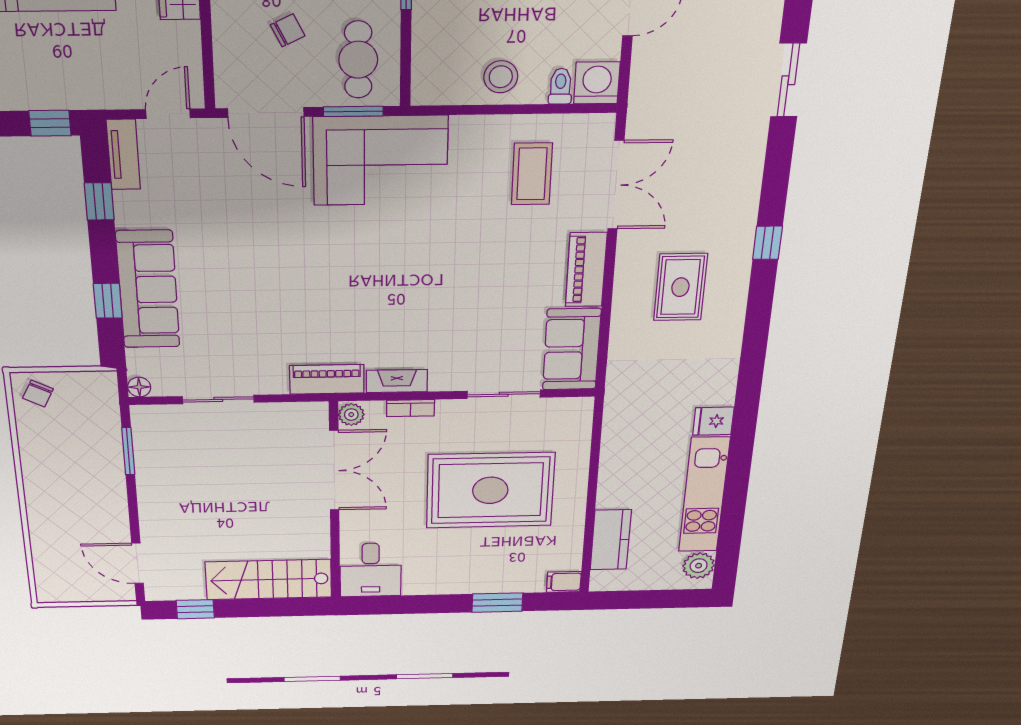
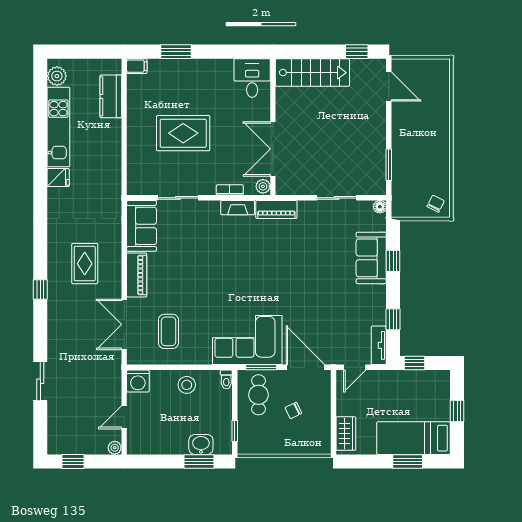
toilet: (560, 86) -> (226, 379), moved
sofa: (148, 290) -> (371, 258), width x0.73
rug: (490, 490) -> (183, 133), width x0.73, depth x0.69

